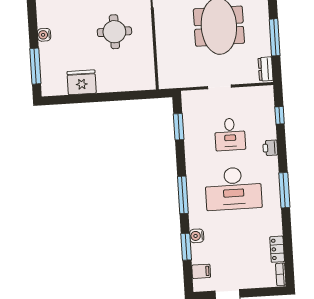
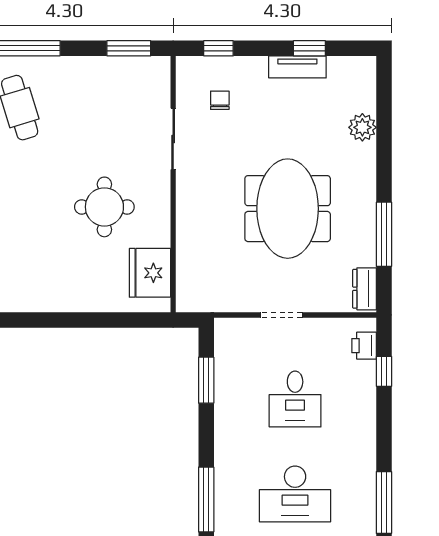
fridge: (82, 82) -> (150, 273), moved, turned -90
printer: (270, 148) -> (364, 346), moved
desk: (233, 188) -> (295, 494), width x0.73, depth x0.77

